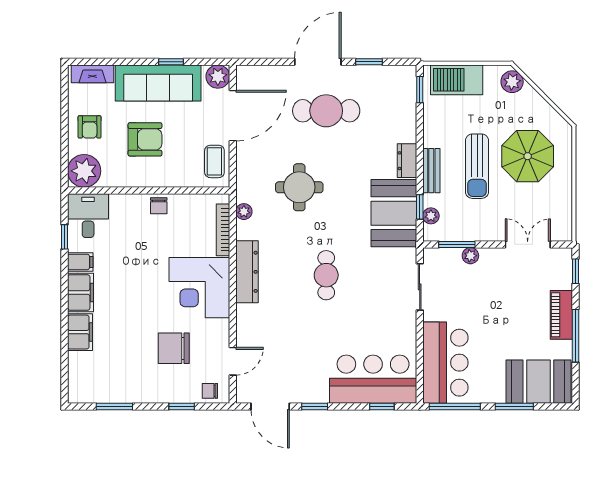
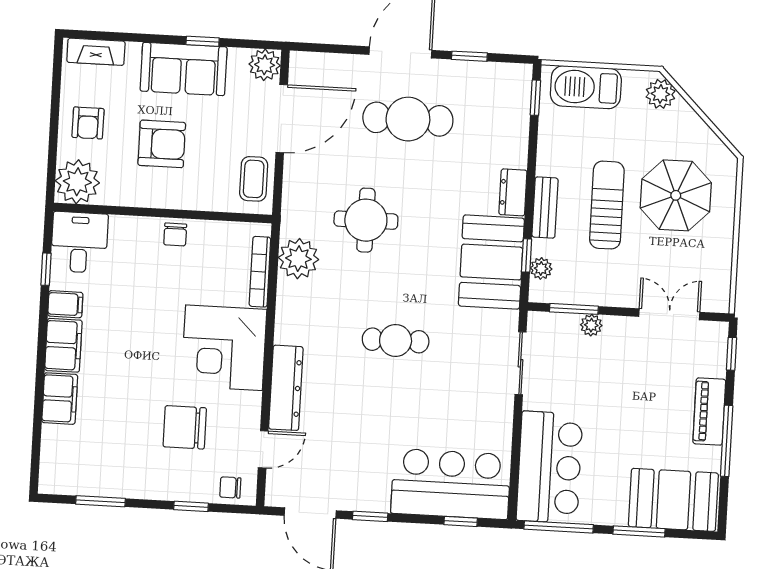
sofa: (158, 83) -> (184, 69), width x0.73
sun lounger: (477, 166) -> (607, 205), turned 180
plant: (244, 212) -> (298, 259), width x1.88, depth x1.88
dresser: (247, 272) -> (286, 388), moved
cafe table: (326, 275) -> (396, 340), turned 90

